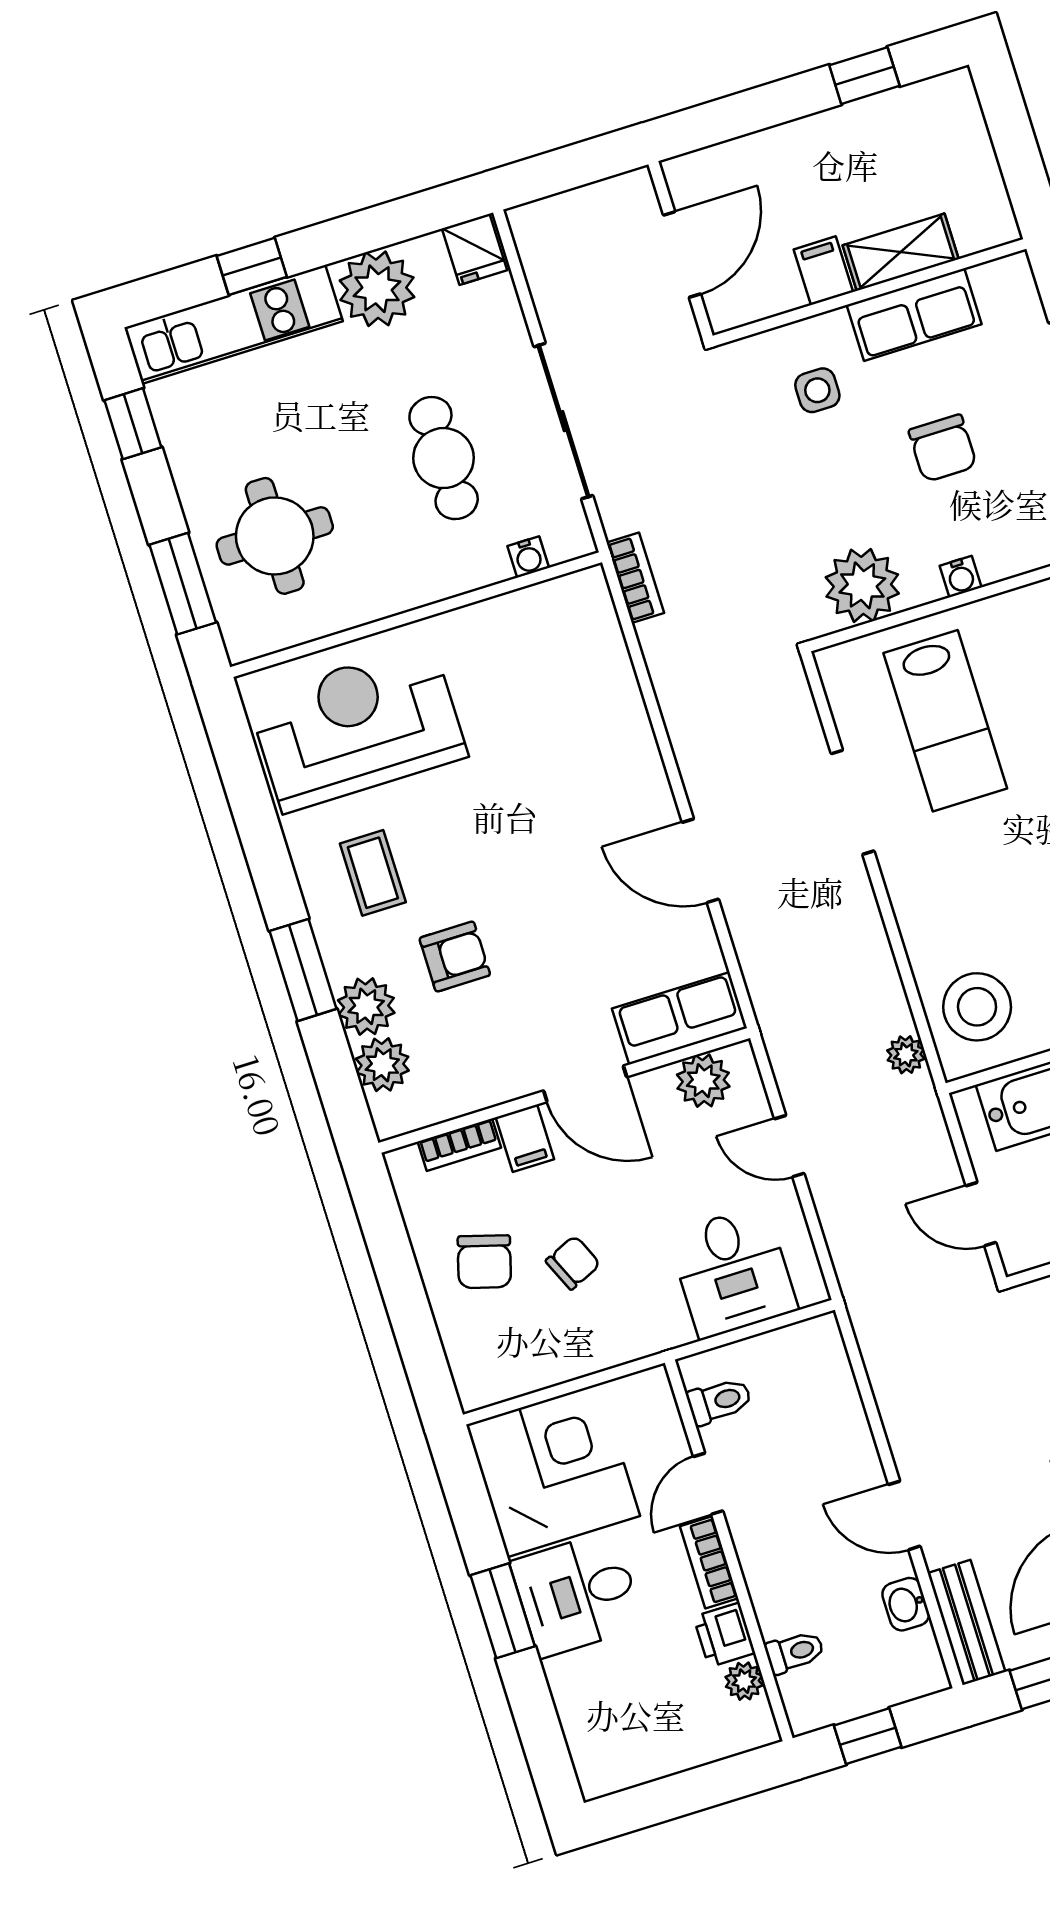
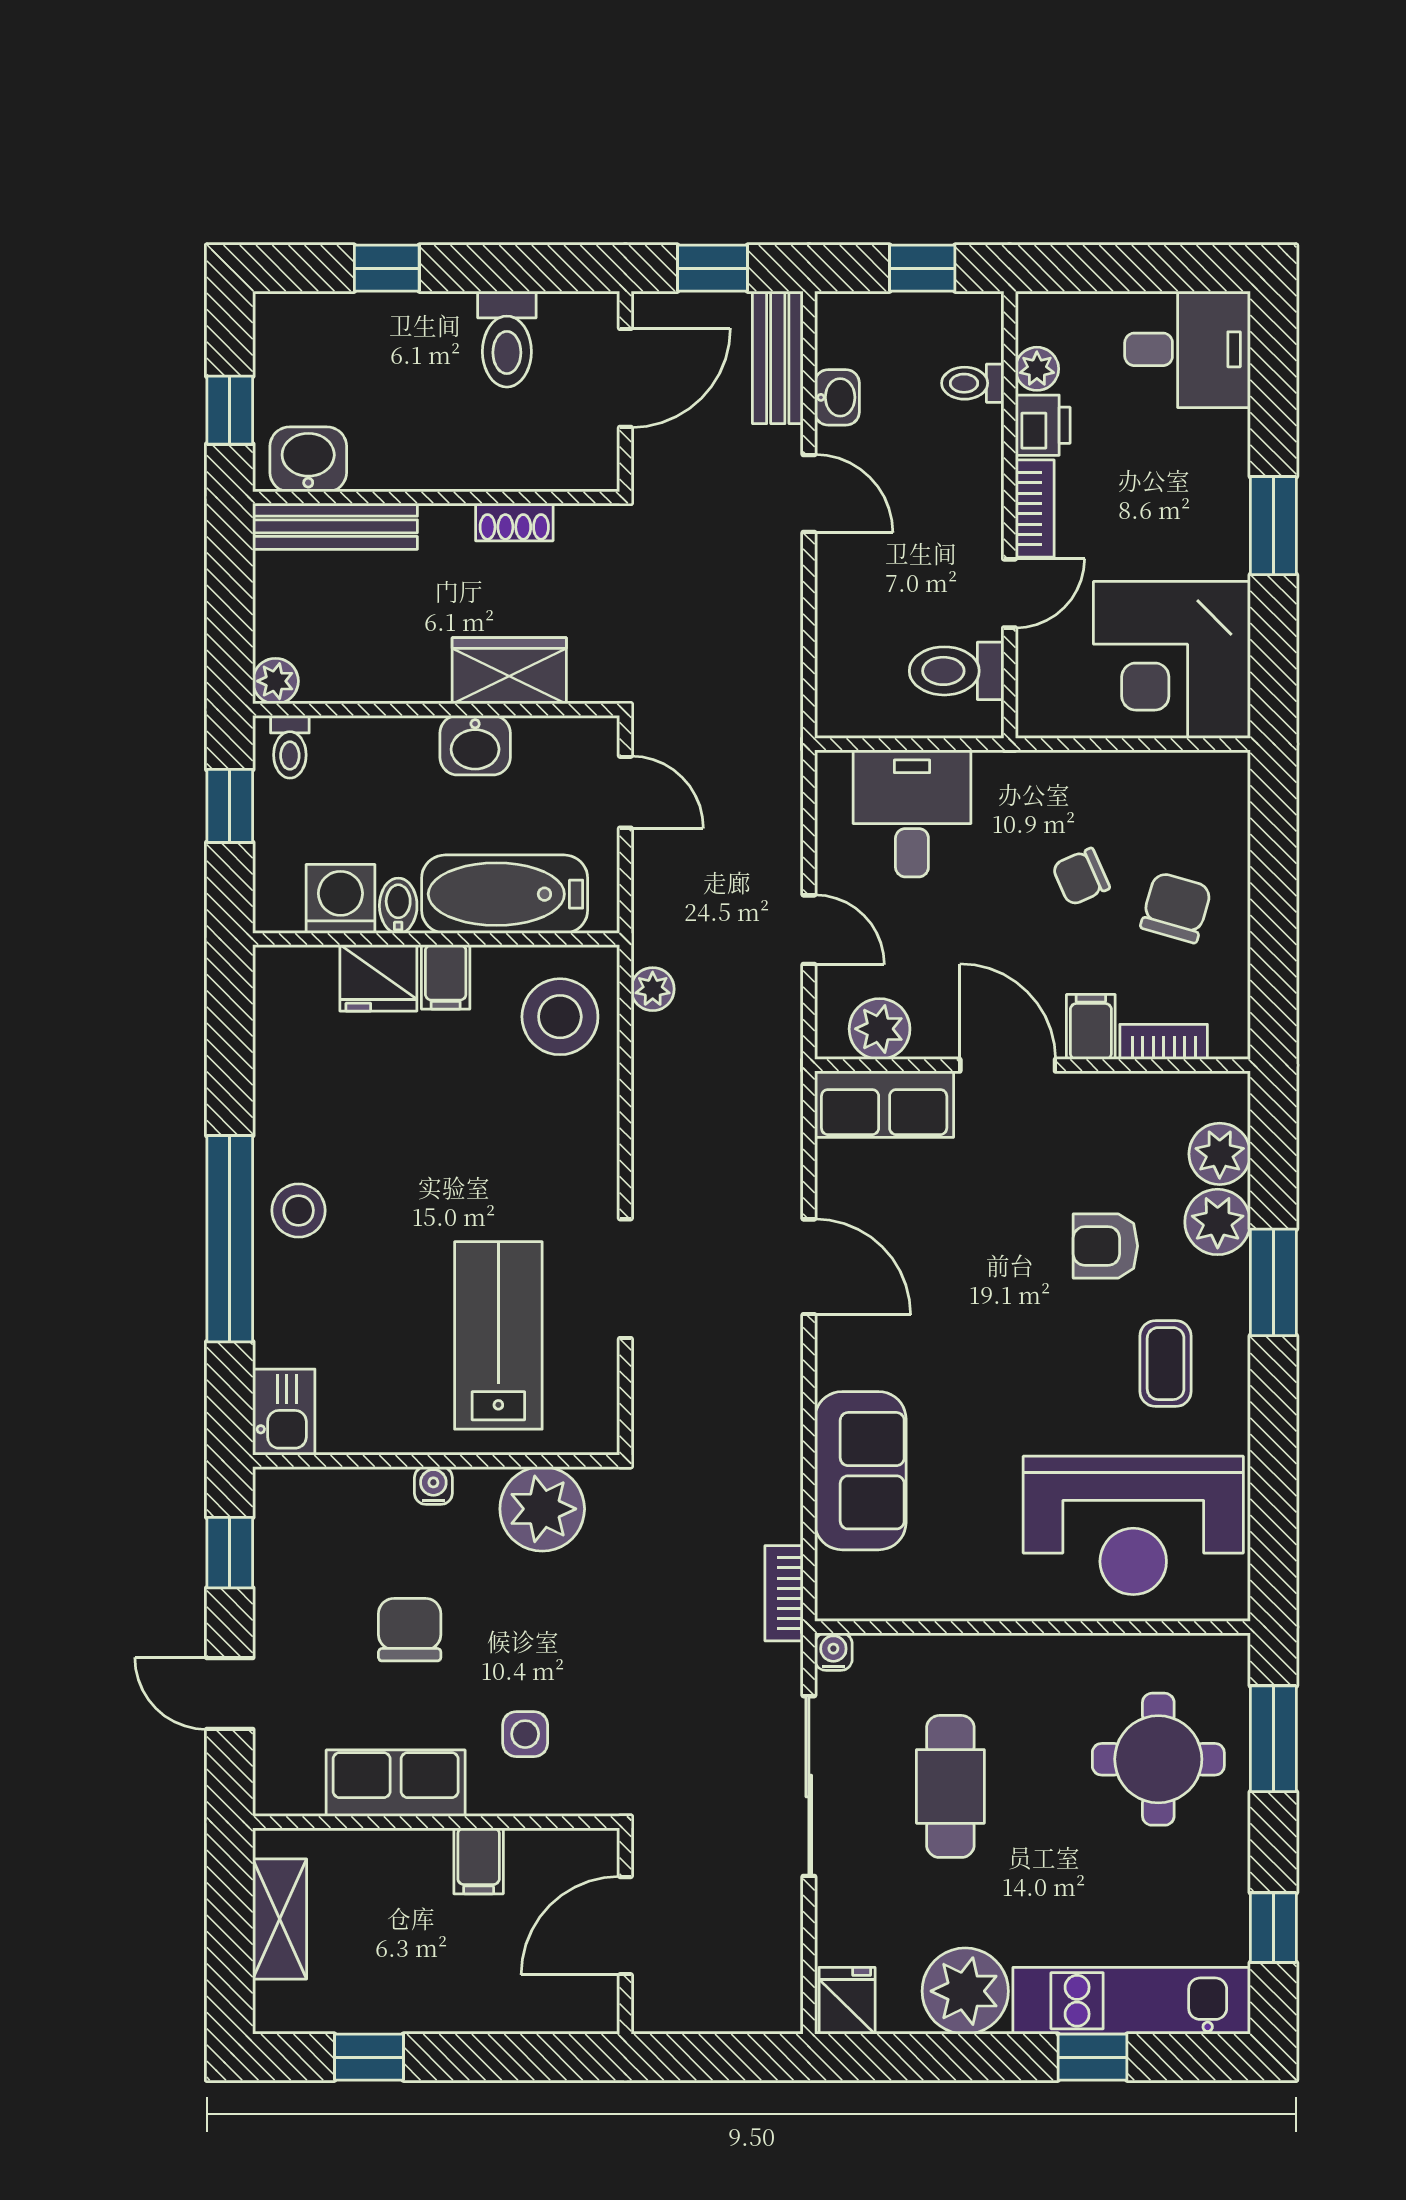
shelving: (901, 252) -> (280, 1919), moved, turned 90
water cooler: (528, 557) -> (833, 1652), moved
sofa: (603, 702) -> (860, 1471), added
toilet: (719, 1401) -> (957, 671), width x1.37, depth x1.39
desk: (577, 1594) -> (1188, 349), moved

